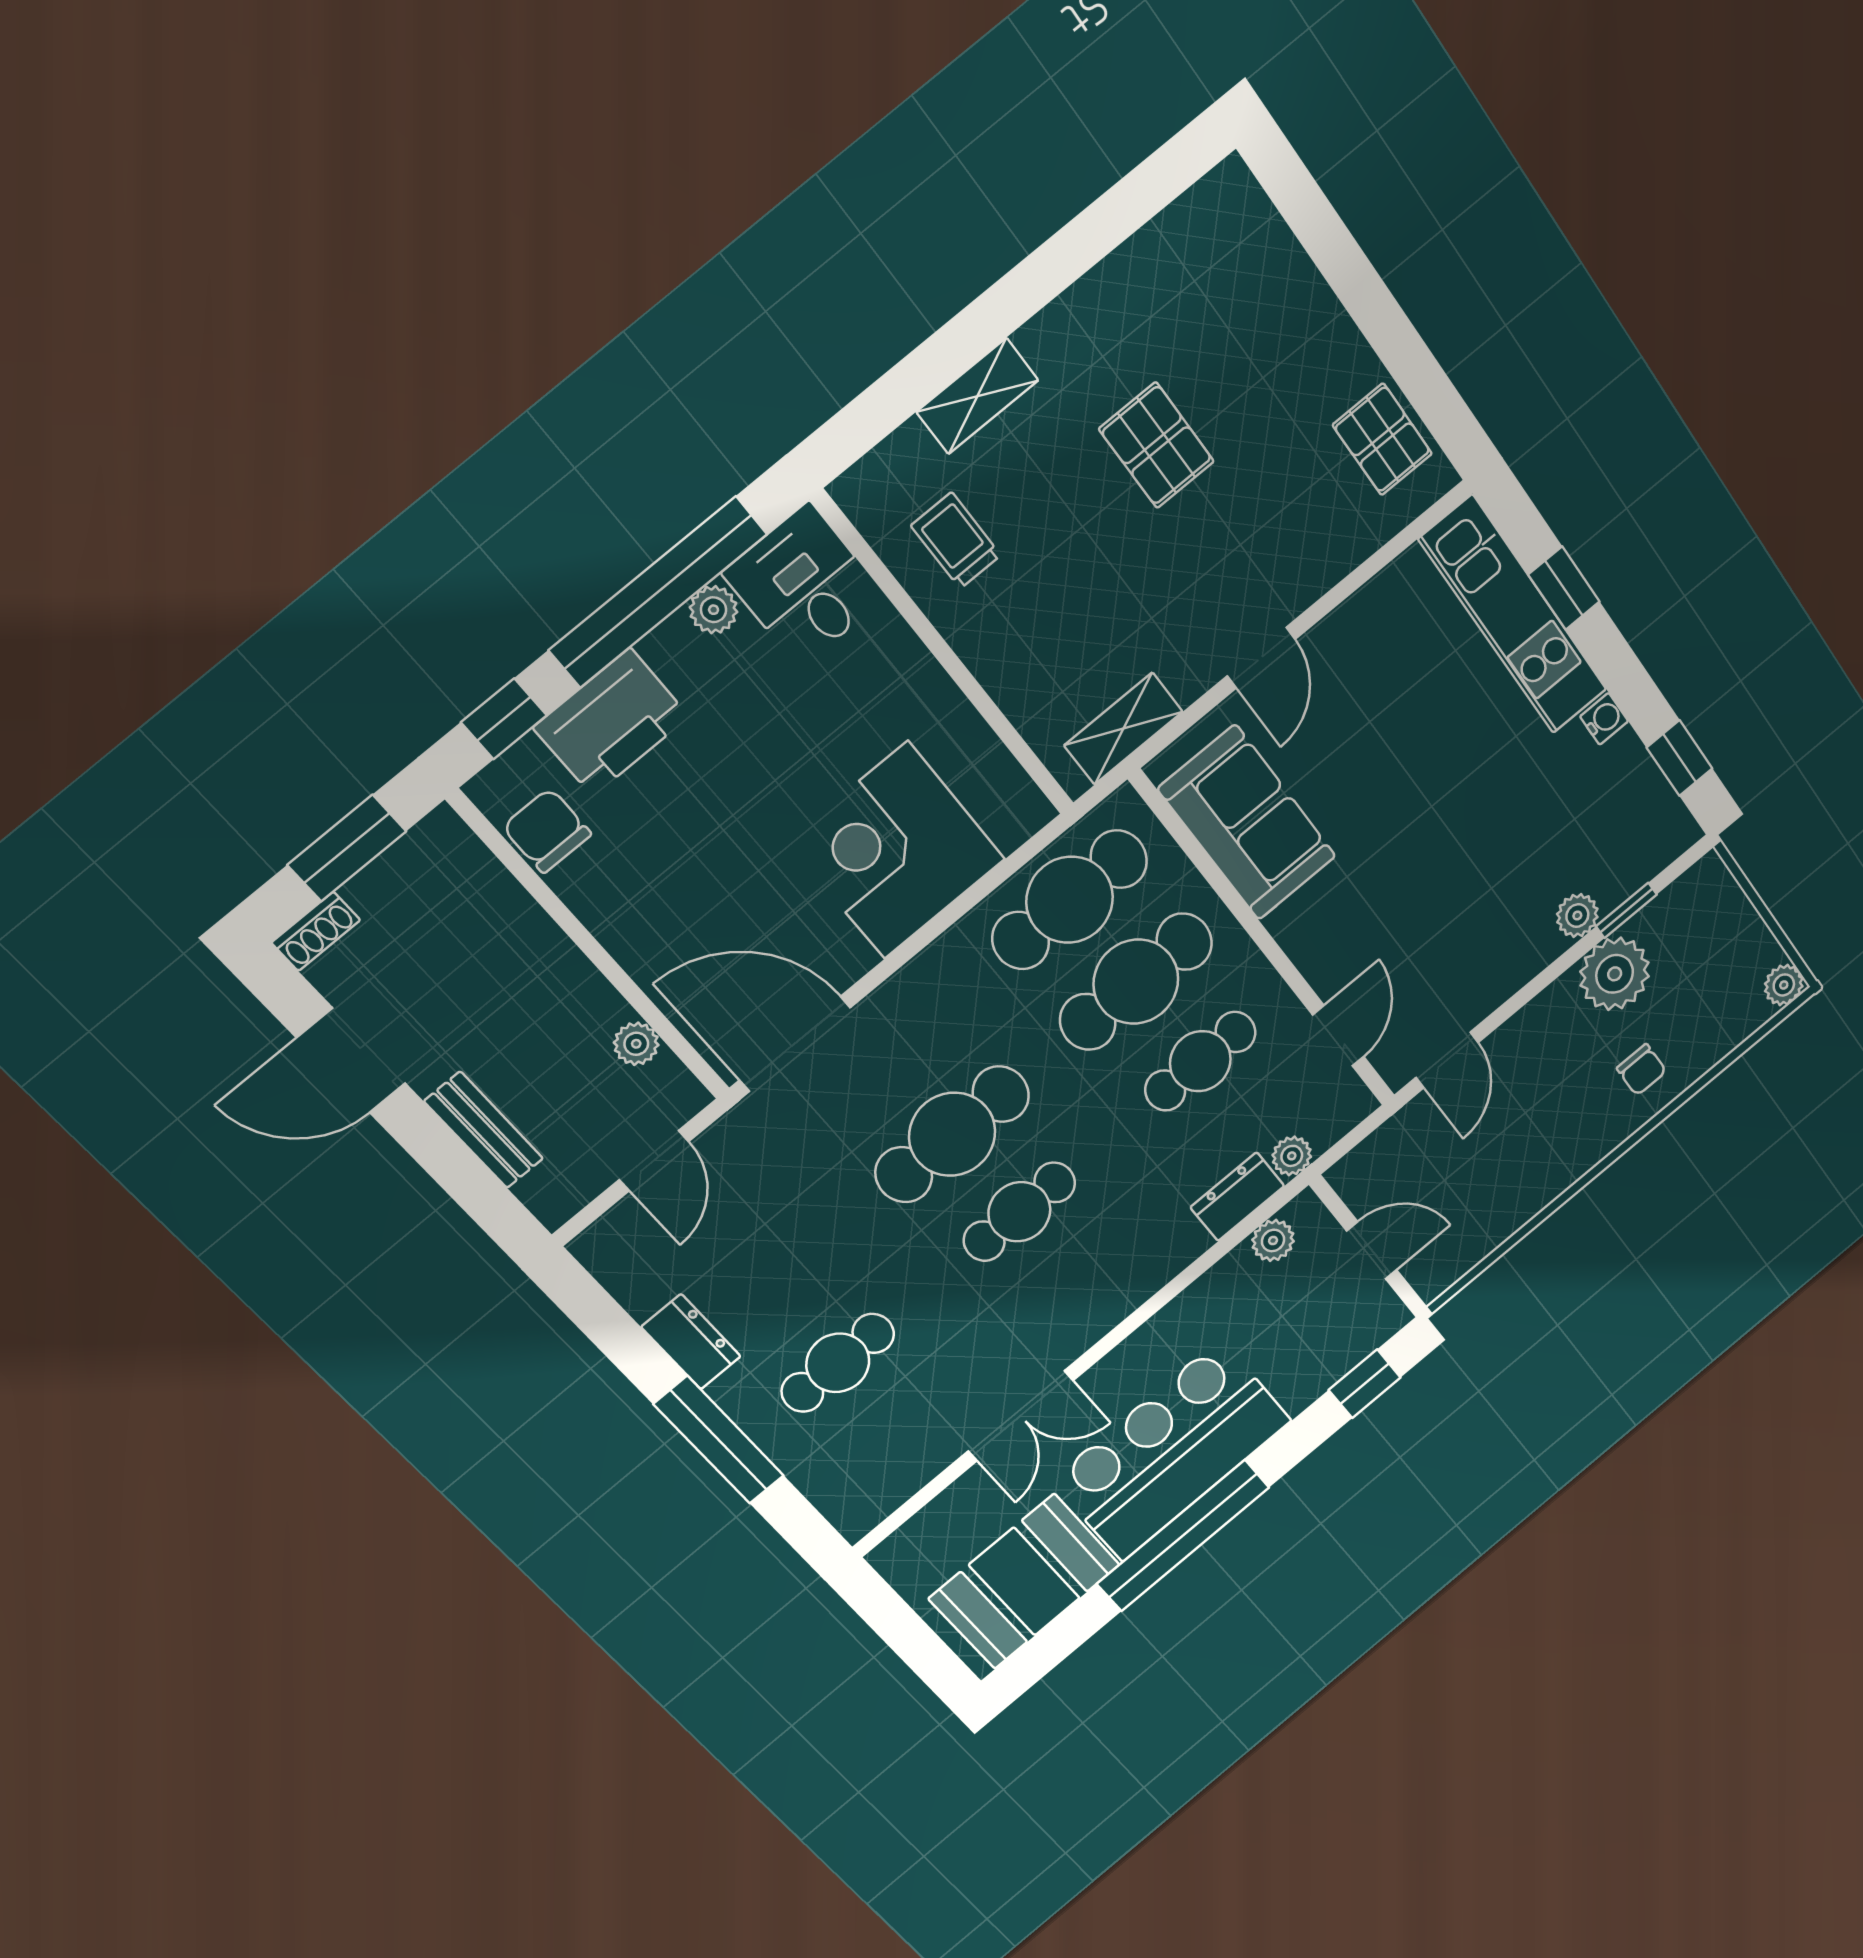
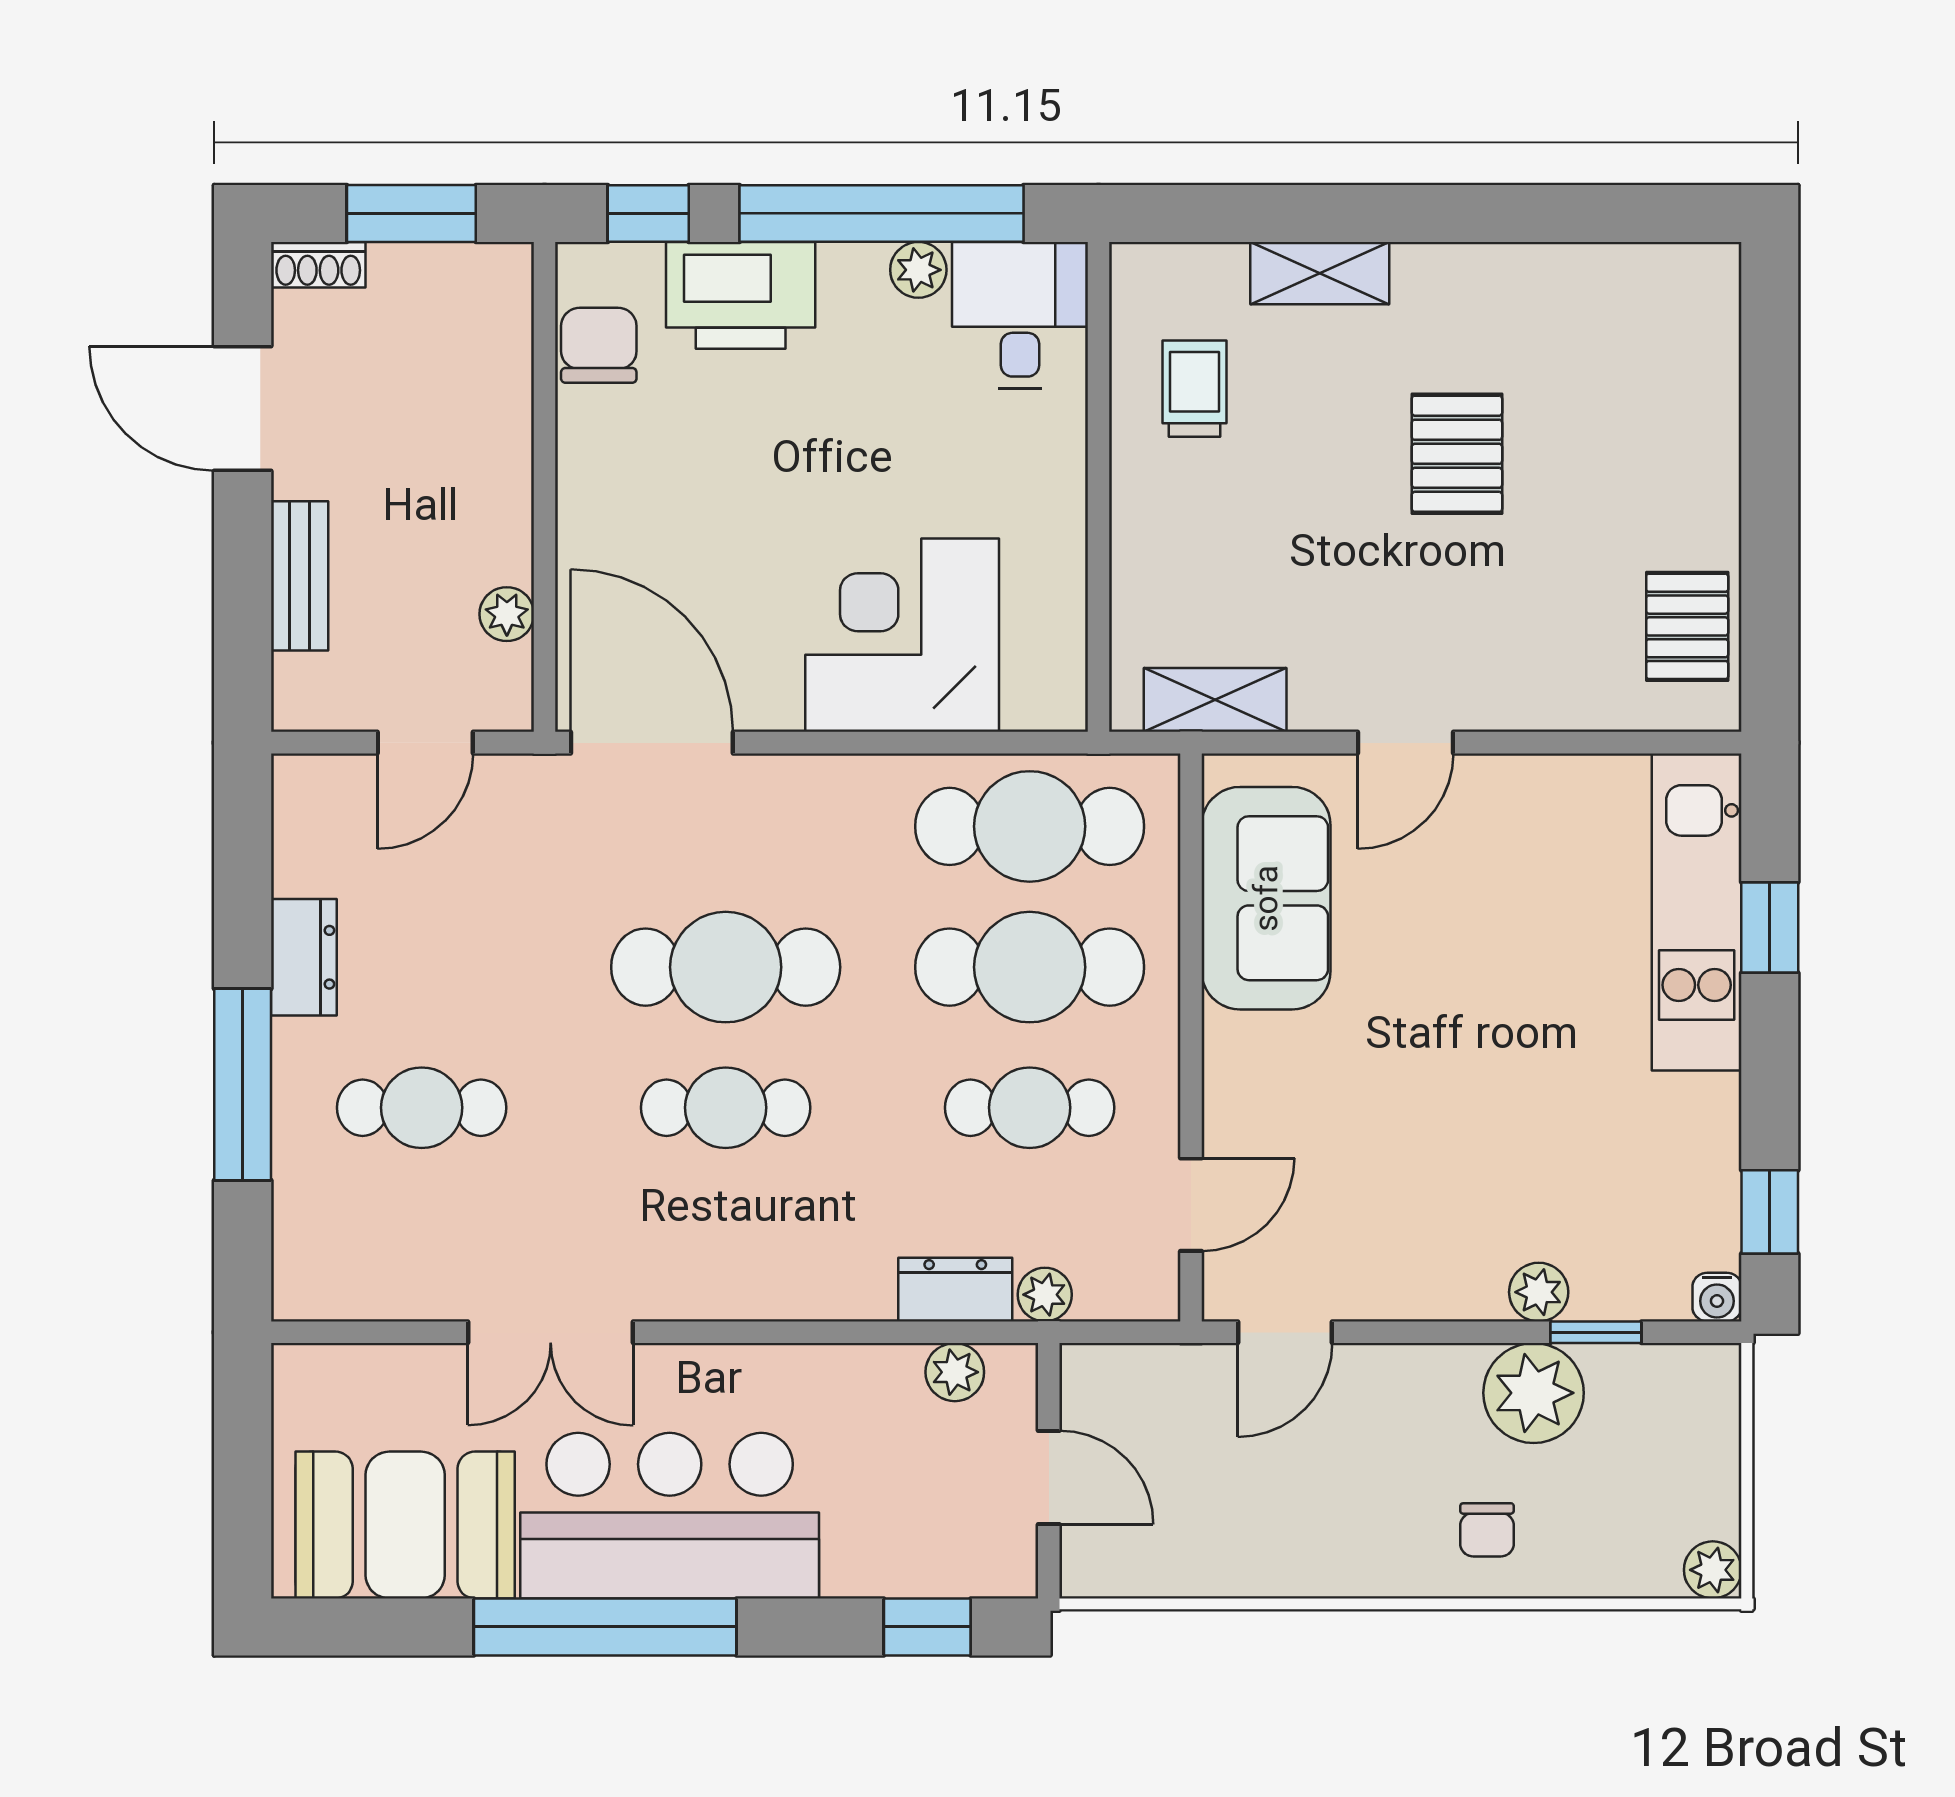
water cooler: (1604, 719) -> (1717, 1297), moved, turned 90

